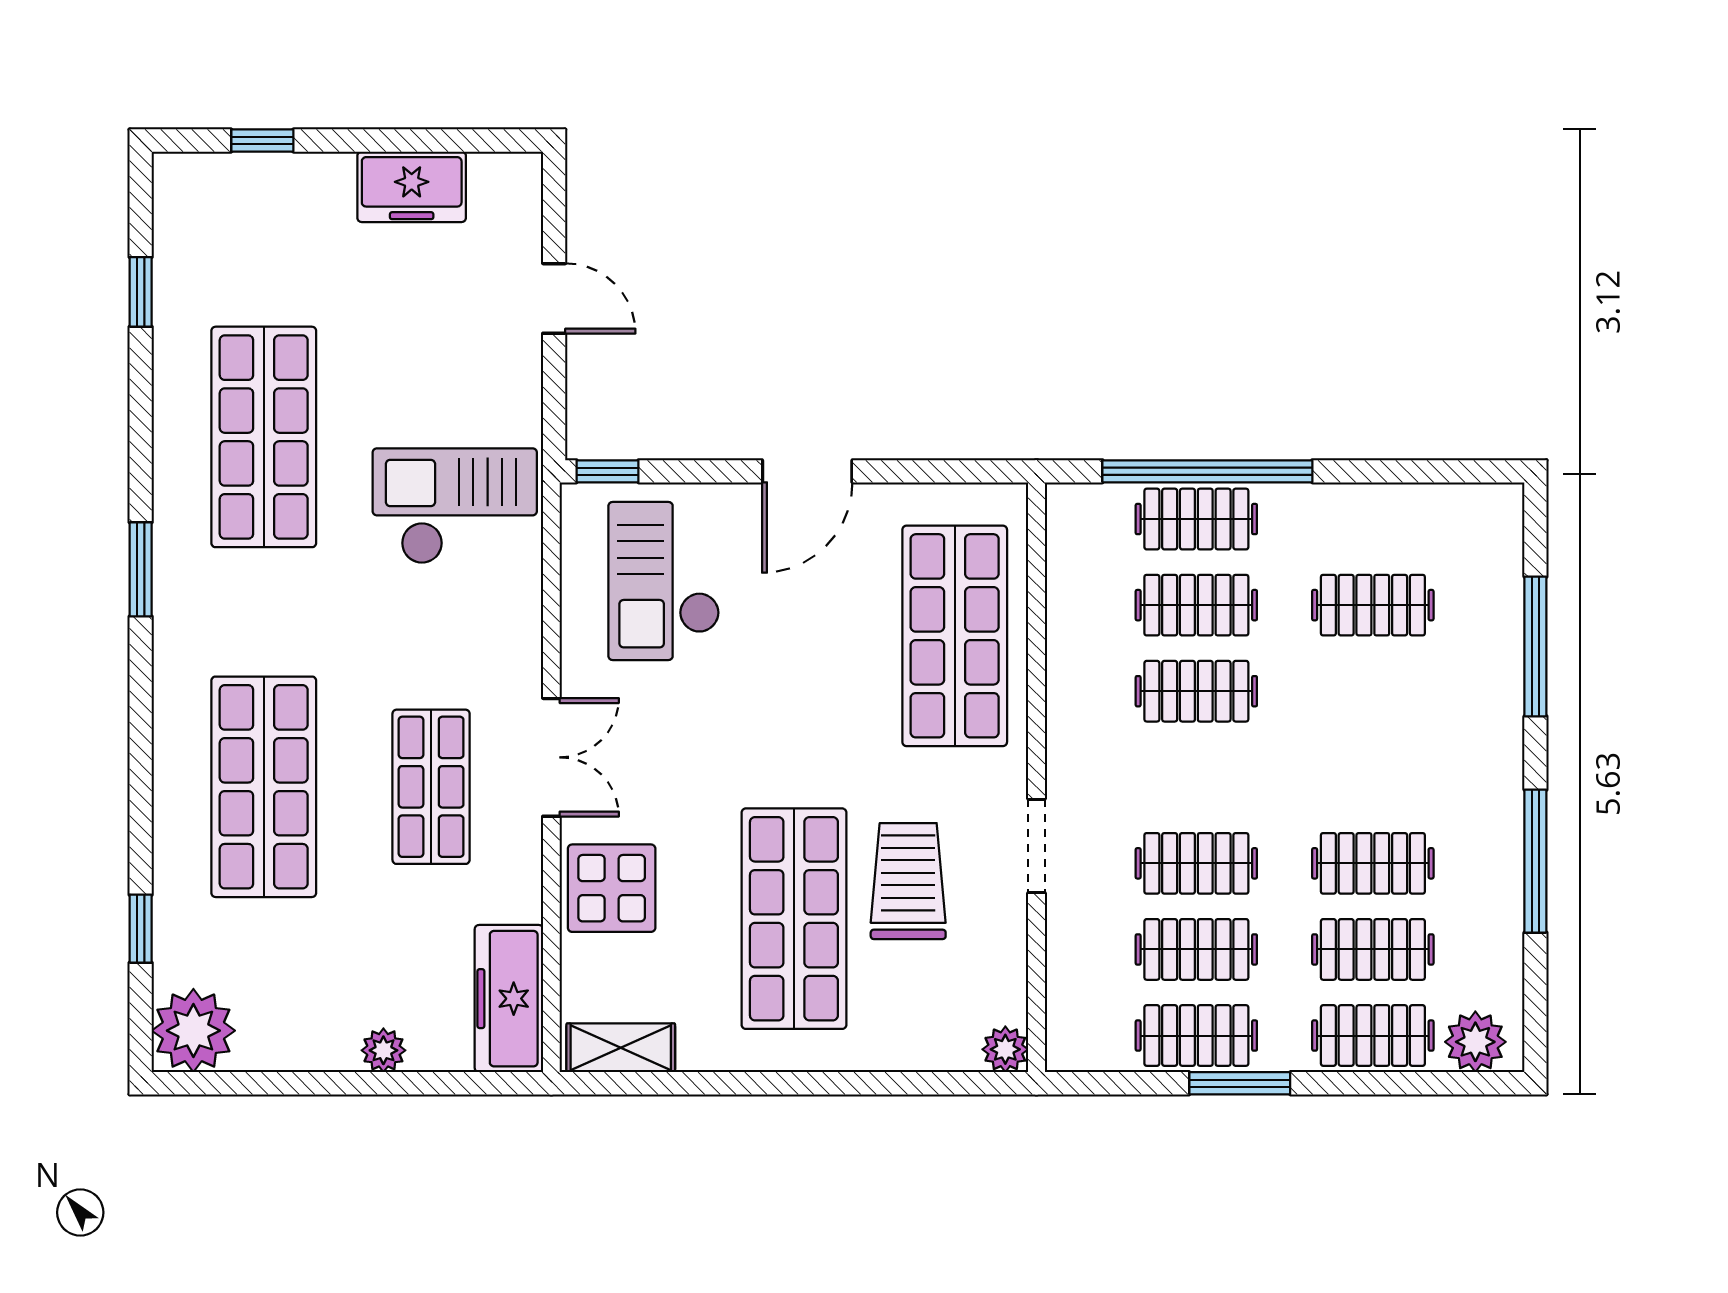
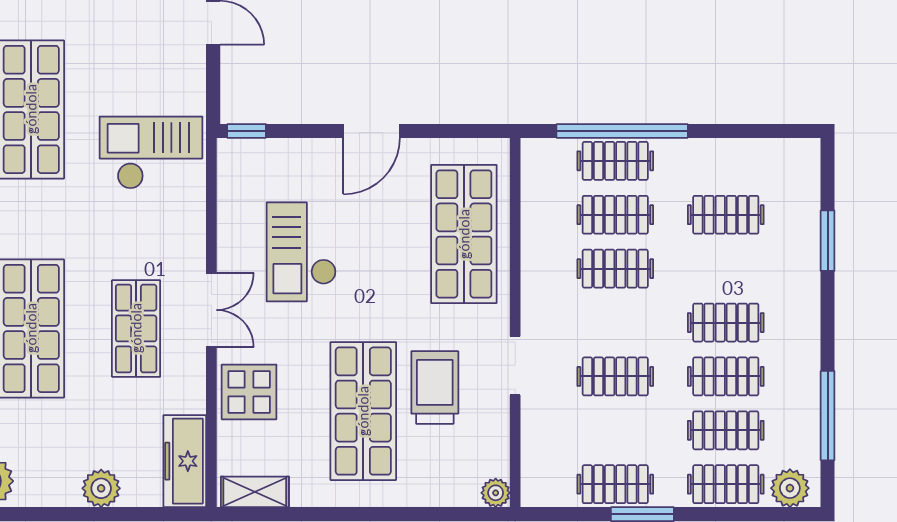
checkout: (664, 581) -> (301, 252), moved
window: (1535, 646) -> (828, 241), width x0.69
window: (1535, 861) -> (828, 416), moved
clothes rail: (1196, 949) -> (726, 323), moved
plant: (383, 1050) -> (101, 488), width x1.38, depth x1.38

